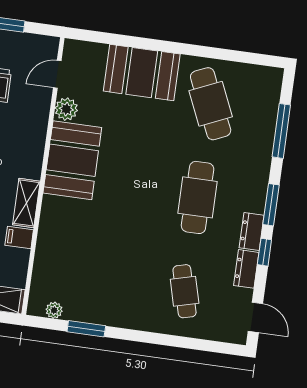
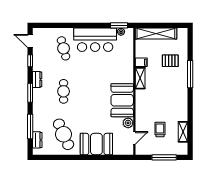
cafe table: (198, 197) -> (64, 91), width x0.73, depth x0.74
window: (264, 252) -> (30, 61), moved
dresser: (246, 269) -> (37, 140), moved
bar counter: (113, 301) -> (95, 40), added
window: (86, 329) -> (119, 25), moved

